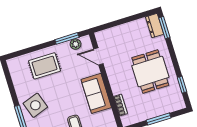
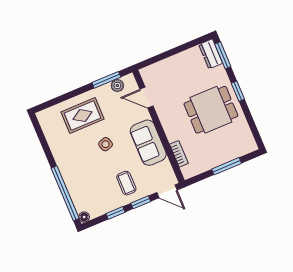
dining table: (150, 71) -> (211, 110), turned 90
window: (182, 85) -> (238, 91), moved
side table: (35, 105) -> (106, 144), moved, width x0.54, depth x0.54

